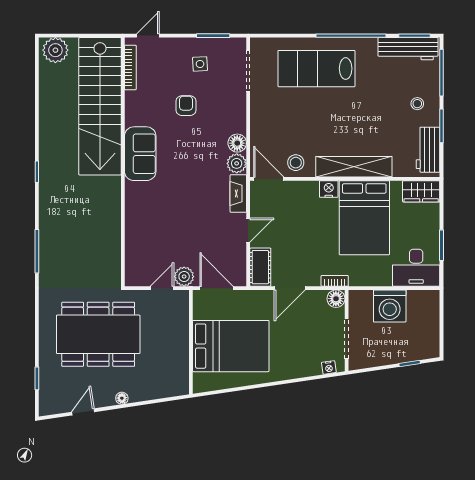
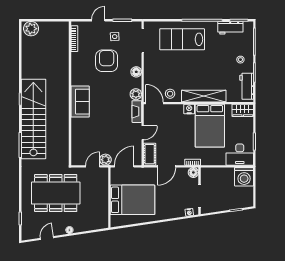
door: (148, 36) -> (98, 20), moved
workbench: (408, 49) -> (230, 28), width x0.73
stairs: (100, 106) -> (33, 119), moved, turned 180
armchair: (186, 106) -> (107, 61), width x1.88, depth x1.88
floor lamp: (237, 143) -> (136, 72), moved
sofa: (140, 154) -> (80, 102), moved
door: (217, 288) -> (124, 166), hinge flipped
washing machine: (390, 306) -> (244, 177), moved

